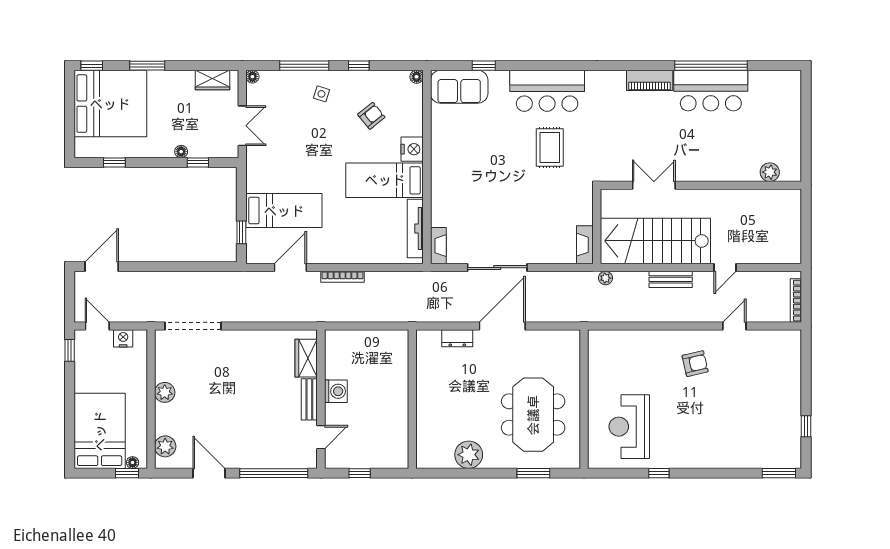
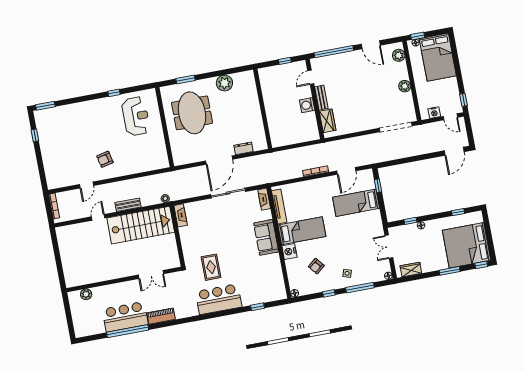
sofa: (459, 87) -> (266, 237), moved, turned -90
plant: (770, 172) -> (86, 294), moved
double door: (654, 185) -> (151, 274), moved
wall: (701, 185) -> (124, 279), moved

